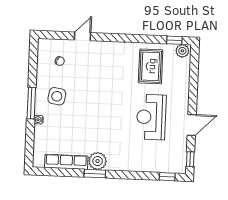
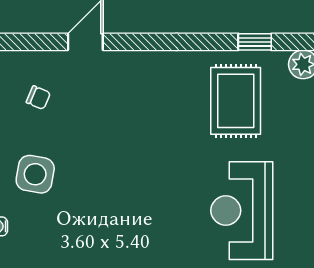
window: (174, 40) -> (255, 42), moved

